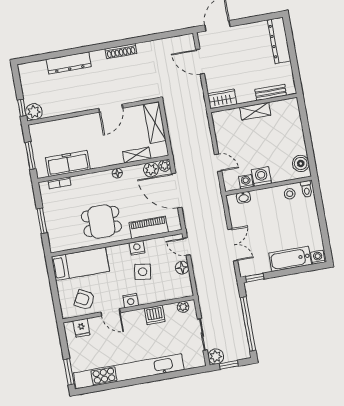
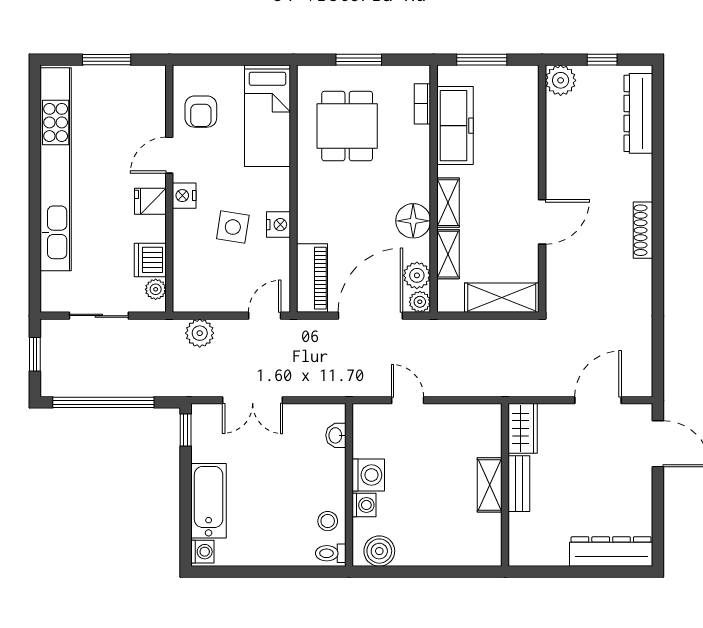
shoe rack: (121, 51) -> (643, 230), moved
dresser: (69, 63) -> (638, 113), moved
bench: (271, 92) -> (519, 484), moved
window: (22, 108) -> (602, 60), moved
door: (111, 108) -> (542, 222), swing flipped
shelving: (109, 160) -> (448, 203), added
door: (218, 163) -> (408, 400), swing flipped
floor lamp: (117, 173) -> (413, 221), width x1.89, depth x1.89
washing machine: (246, 182) -> (364, 505), moved
dining table: (101, 221) -> (347, 126), moved
piano: (149, 227) -> (312, 278), moved
floor lamp: (182, 268) -> (228, 300), removed
armchair: (84, 300) -> (201, 112), turned 152
dishwasher: (155, 315) -> (150, 260), moved
fridge: (81, 328) -> (150, 201), moved
plant: (216, 356) -> (200, 333), moved
window: (69, 372) -> (107, 60), moved

